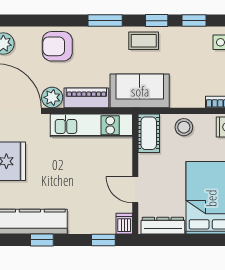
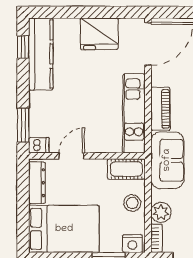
plant: (52, 97) -> (161, 212), moved
window: (42, 240) -> (23, 47), moved
window: (103, 240) -> (23, 125), width x1.50

